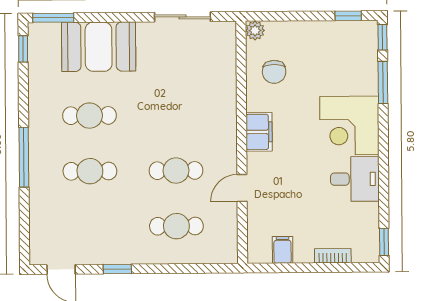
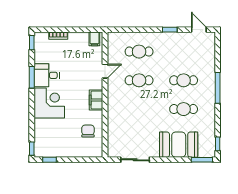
plant: (255, 30) -> (98, 152), removed
window: (383, 83) -> (32, 77), moved
filing cabinet: (283, 250) -> (94, 39), moved

